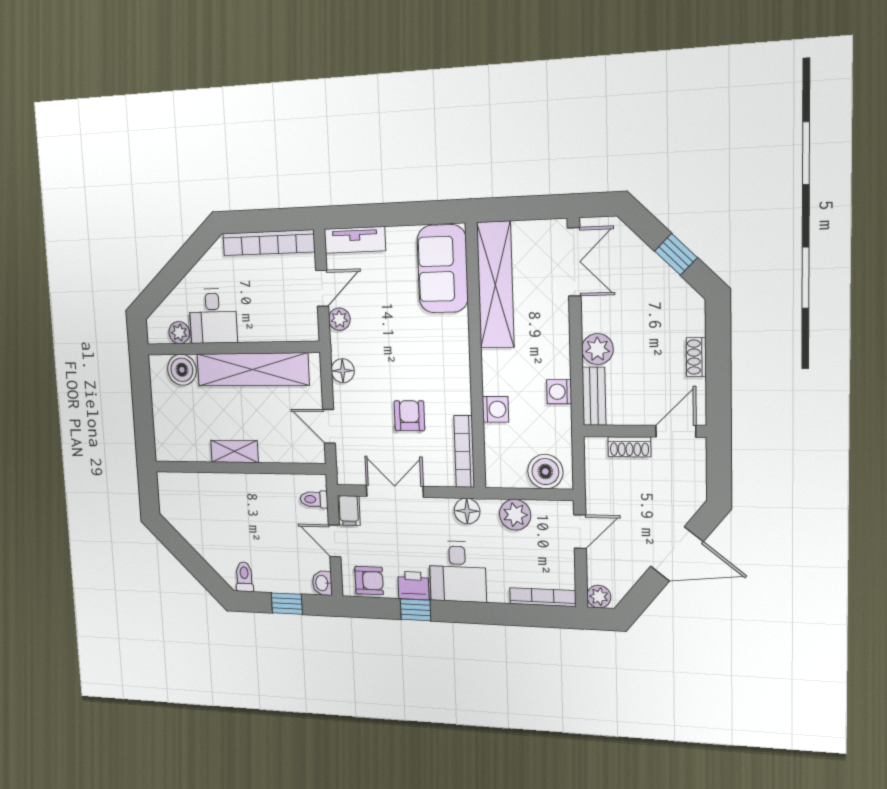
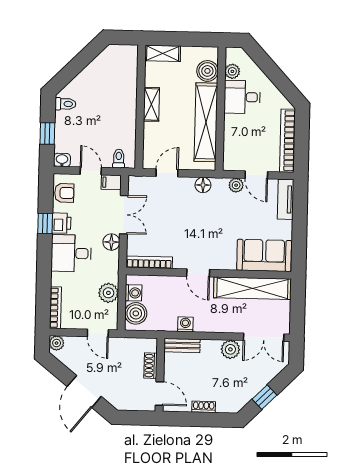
plant: (597, 349) -> (230, 349), moved
door: (476, 374) -> (198, 273), added
washing machine: (495, 409) -> (133, 293), moved, turned -90
armchair: (409, 416) -> (173, 228), removed
shelving: (164, 436) -> (163, 53), added
floor lamp: (467, 511) -> (111, 242), moved
door: (335, 541) -> (91, 171), hinge flipped
armchair: (369, 581) -> (64, 193), turned -90

